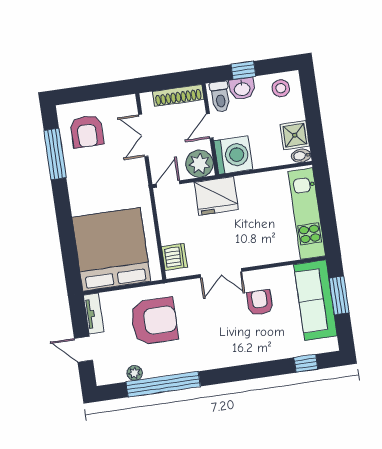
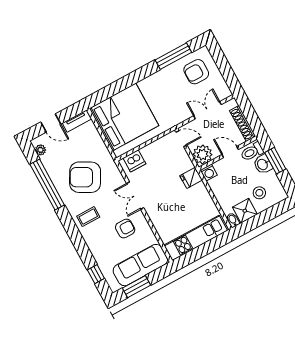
window: (243, 70) -> (275, 161), width x1.50
stool: (281, 88) -> (259, 193), moved
washing machine: (233, 155) -> (209, 173), width x0.53, depth x0.53
fridge: (216, 196) -> (191, 178), width x0.53, depth x0.75
window: (339, 296) -> (136, 287), moved
armchair: (154, 321) -> (85, 177), moved, turned 119
coffee table: (226, 345) -> (88, 217), added
door: (83, 349) -> (51, 123), swing flipped
plant: (135, 373) -> (40, 150), moved

